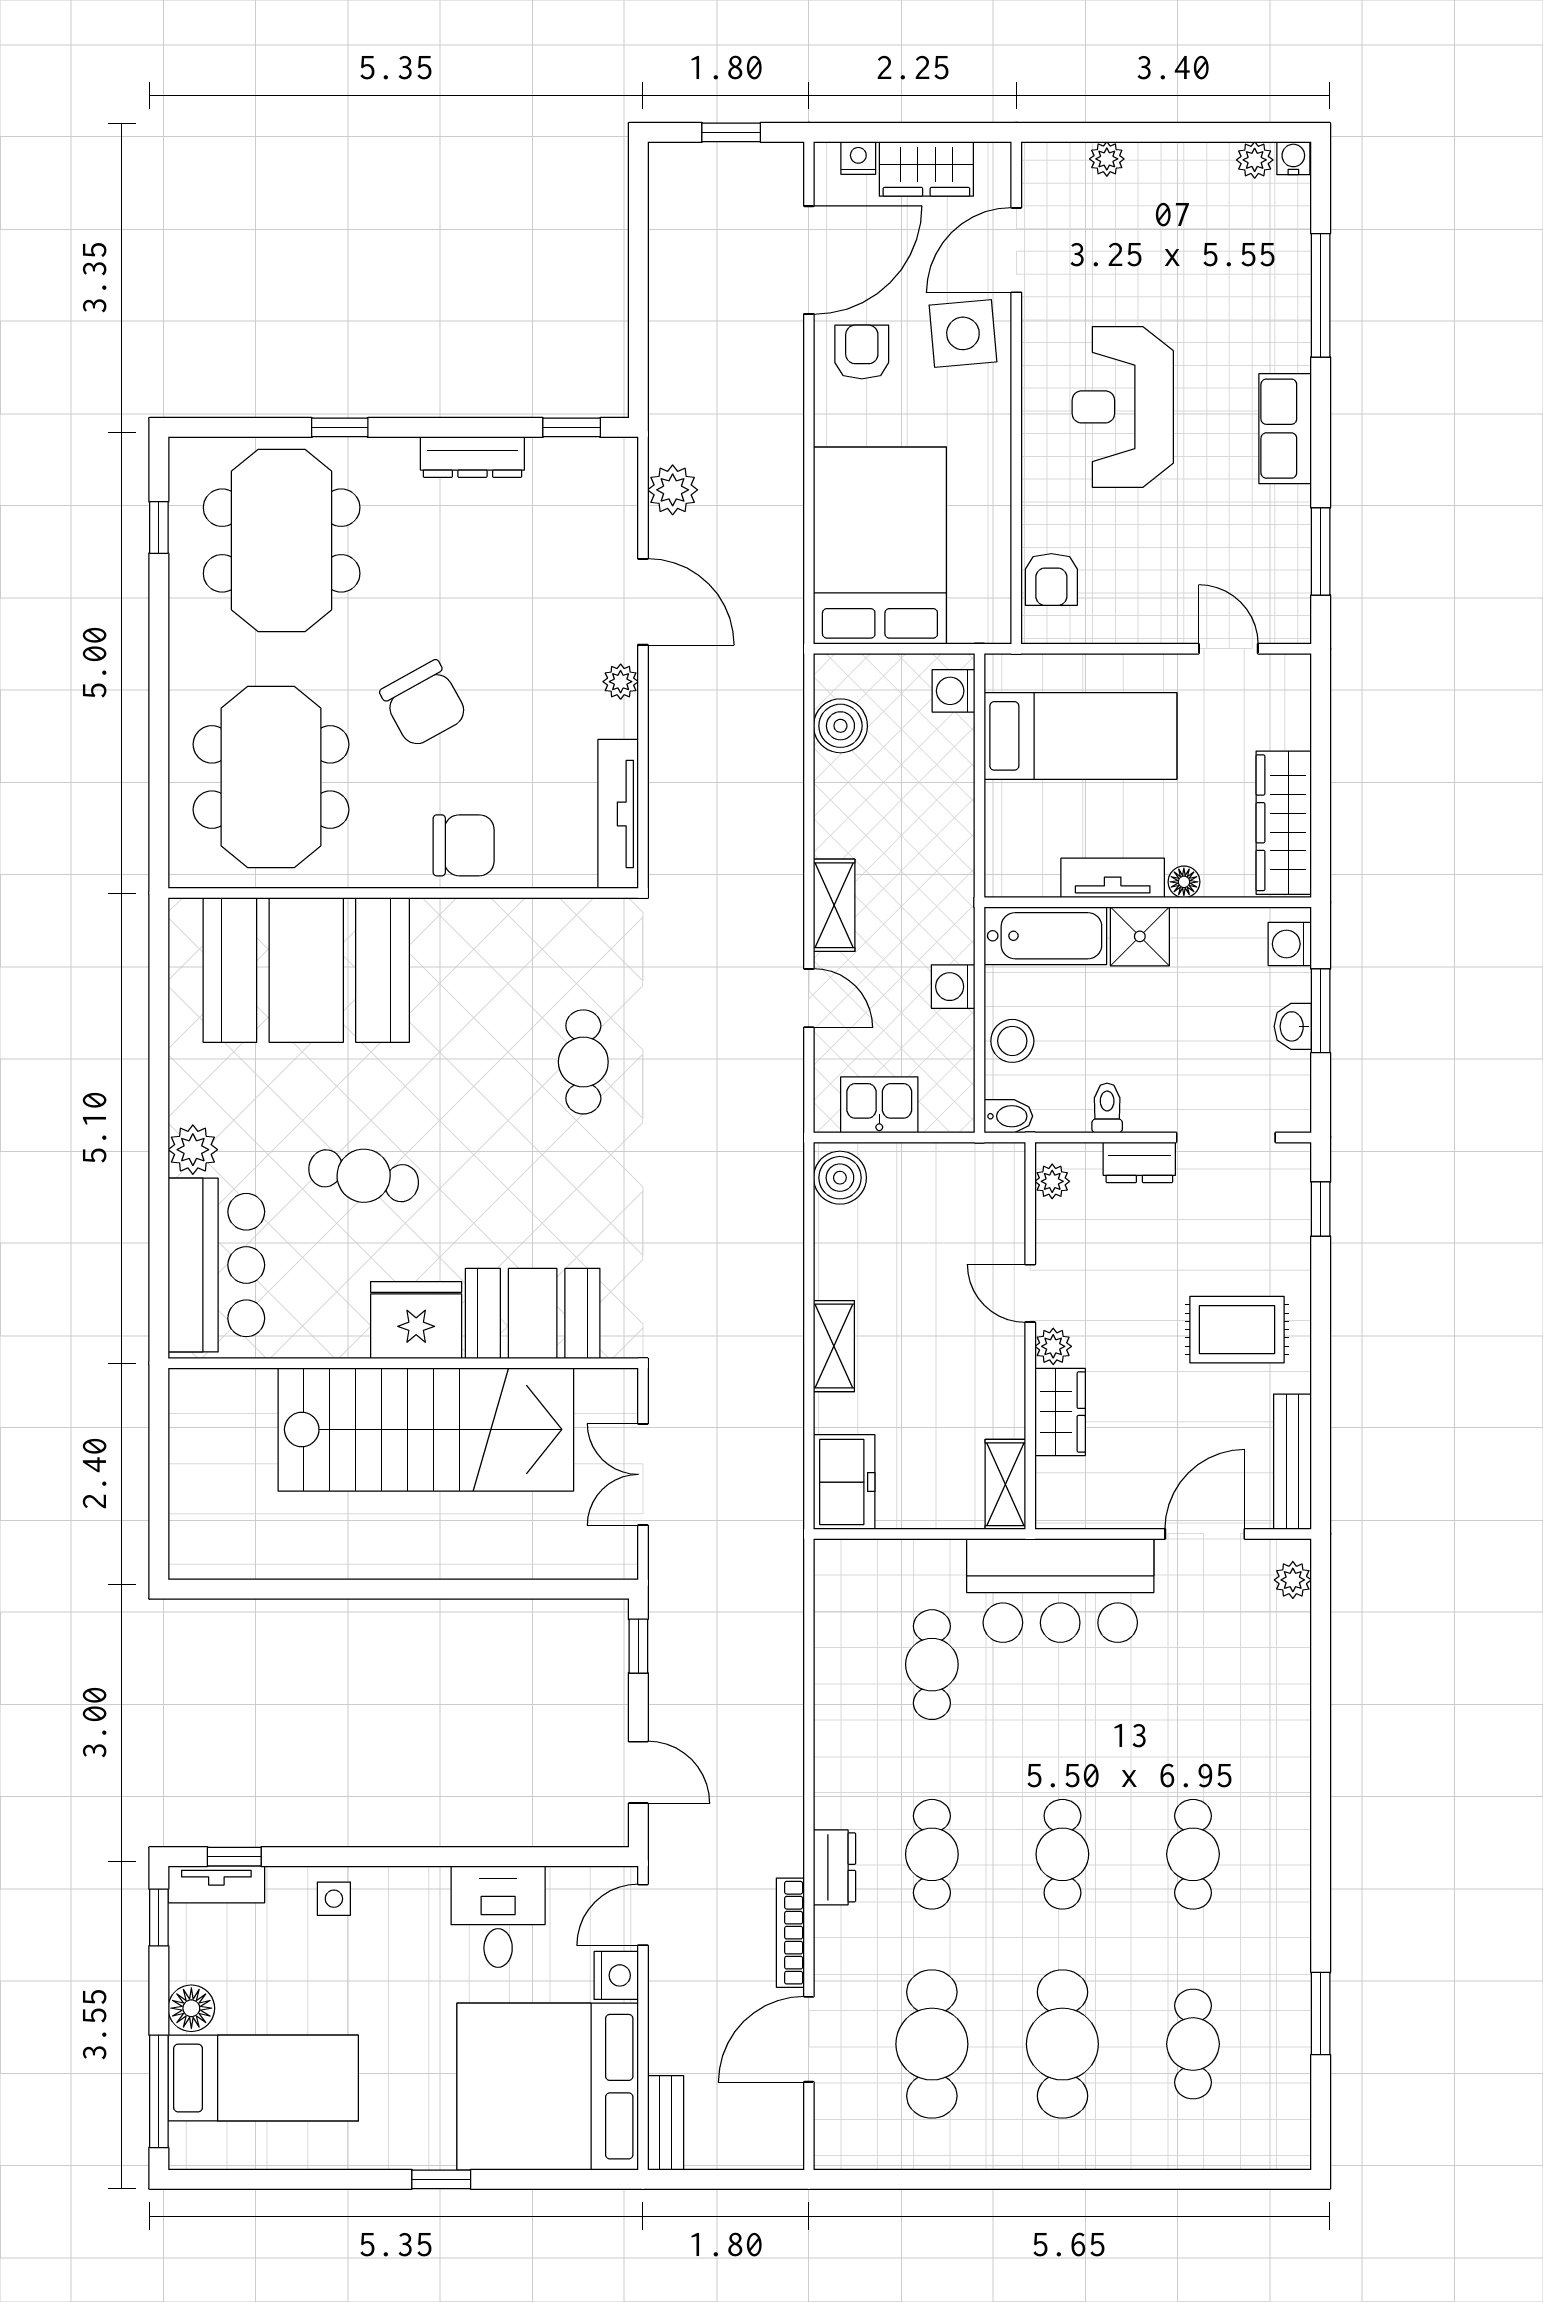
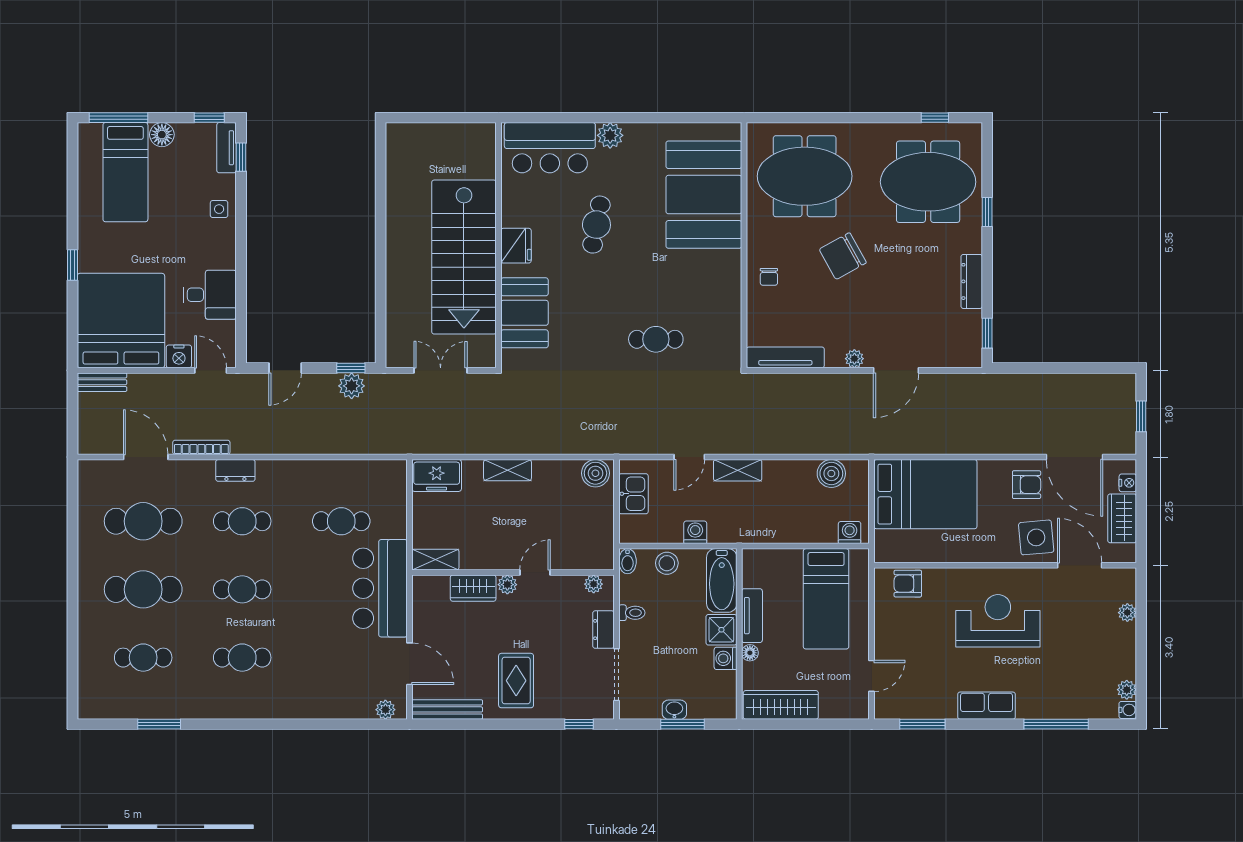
plant: (673, 490) -> (352, 386), moved
chair: (464, 845) -> (769, 277), width x0.54, depth x0.54
washing machine: (1290, 944) -> (726, 658), moved, turned -90
fridge: (416, 1320) -> (516, 246), width x0.73, depth x0.75

